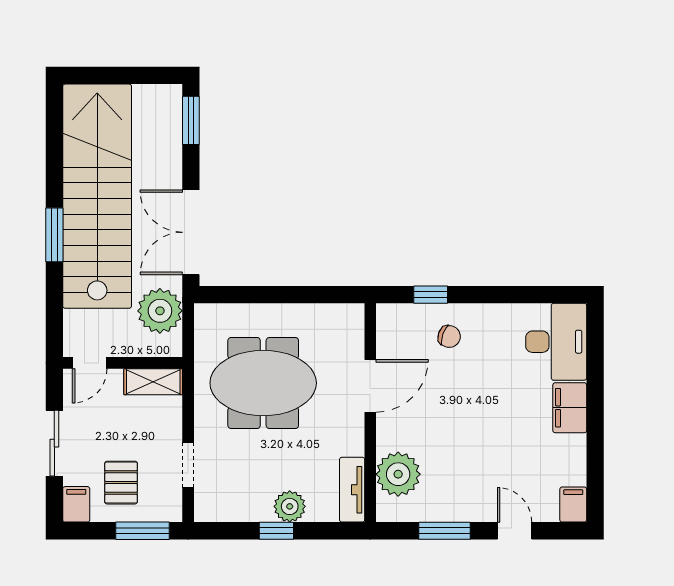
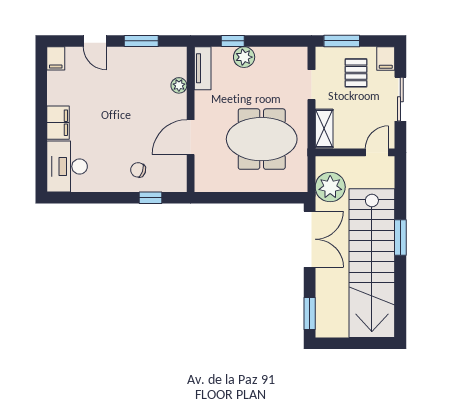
shelving: (153, 382) -> (324, 129), moved, turned 90
plant: (398, 474) -> (179, 85), width x0.53, depth x0.53
window: (276, 531) -> (233, 41), moved

